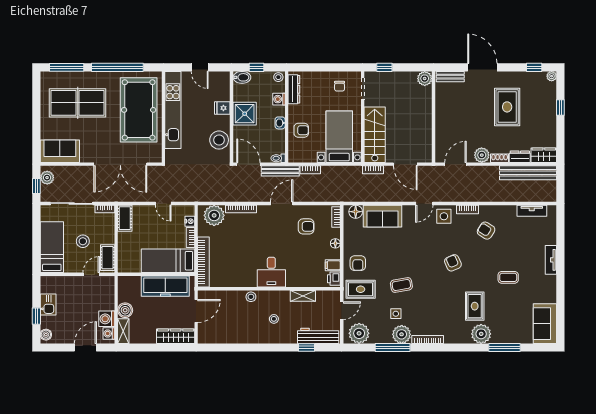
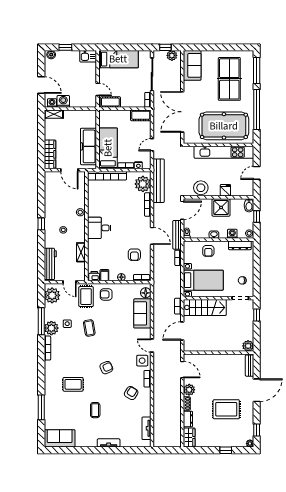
bench: (528, 173) -> (159, 181), moved
stool: (83, 241) -> (123, 83), removed
kitchen sink: (48, 305) -> (88, 56), moved
boiler: (125, 310) -> (70, 115), removed
plant: (481, 334) -> (52, 389), removed
window: (307, 347) -> (41, 224), moved

